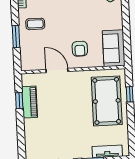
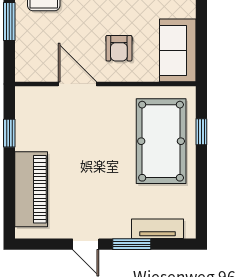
piano: (30, 102) -> (31, 189), moved, width x1.37, depth x1.33

